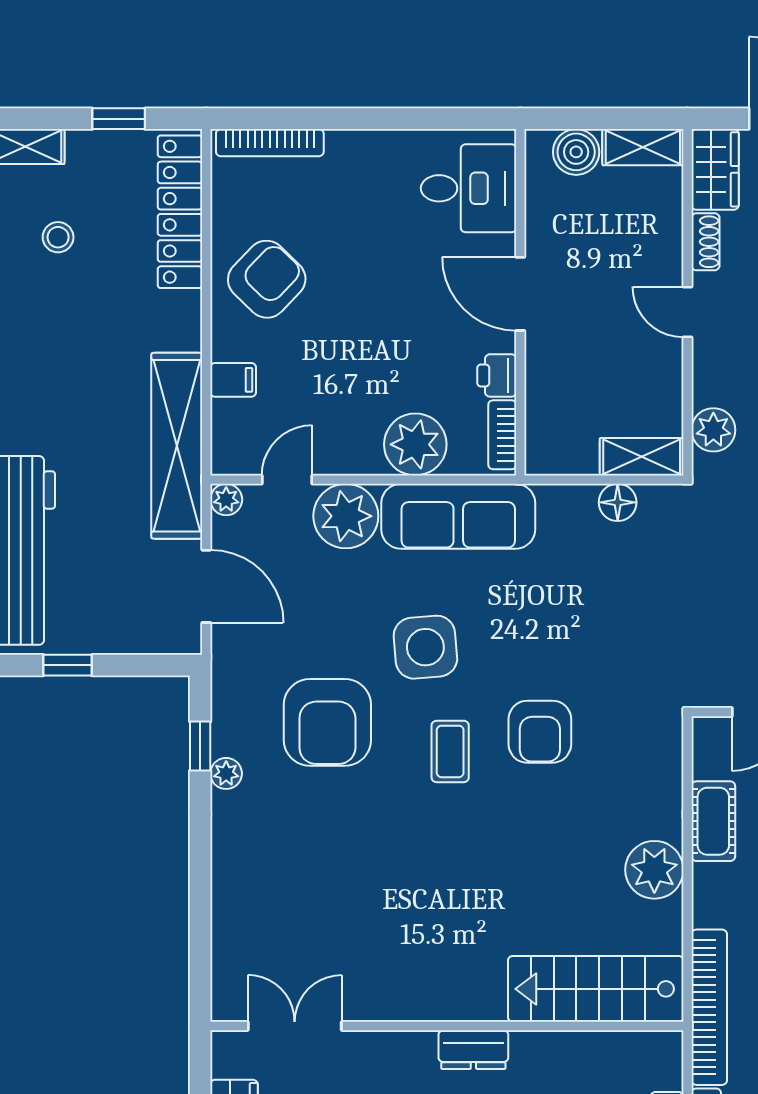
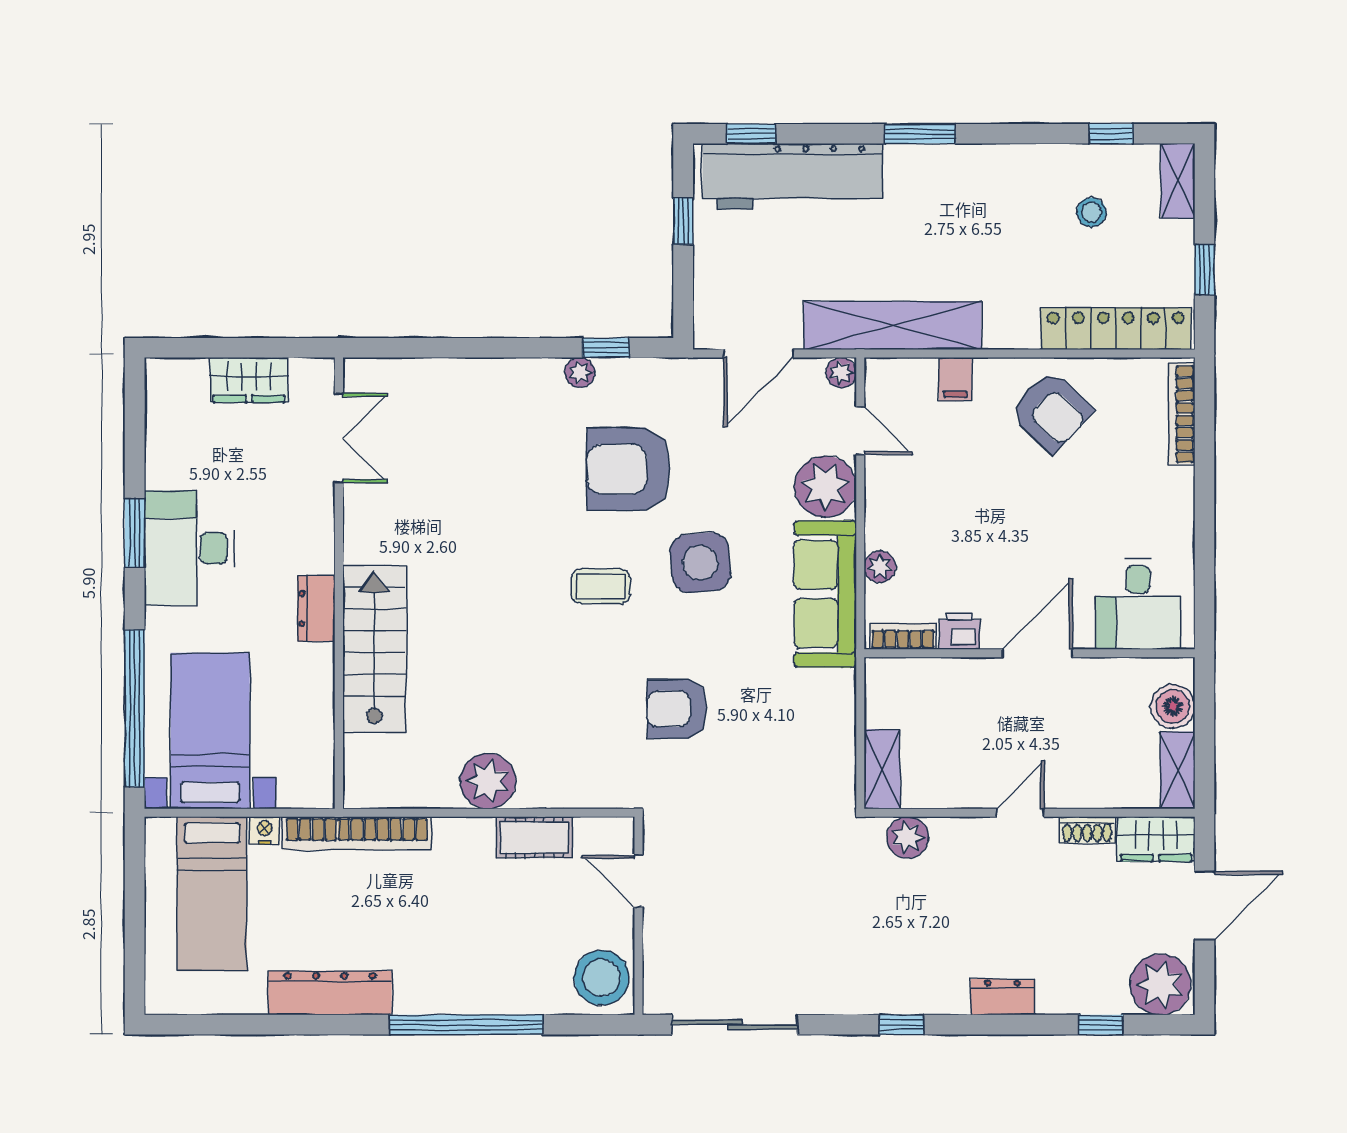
plant: (415, 444) -> (880, 567), width x0.53, depth x0.53
floor lamp: (618, 502) -> (838, 746), removed
armchair: (540, 732) -> (677, 709), moved
stairs: (596, 989) -> (374, 649), moved

